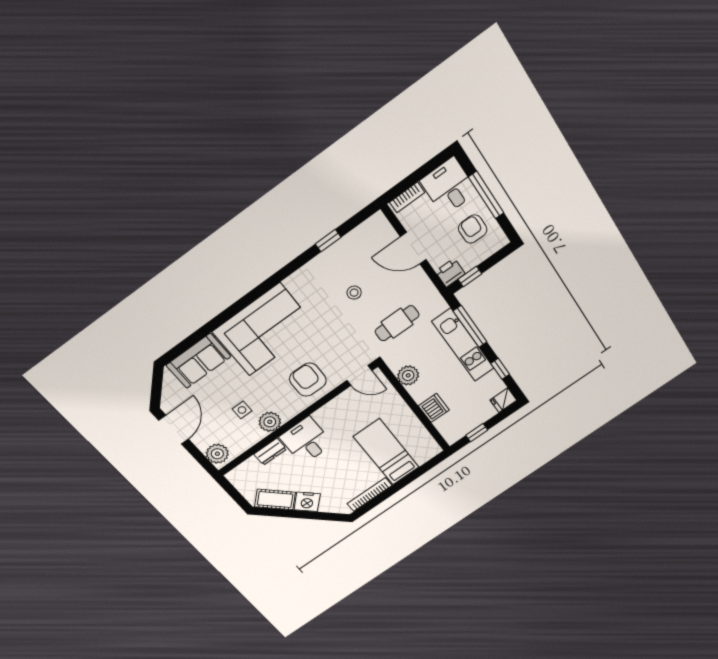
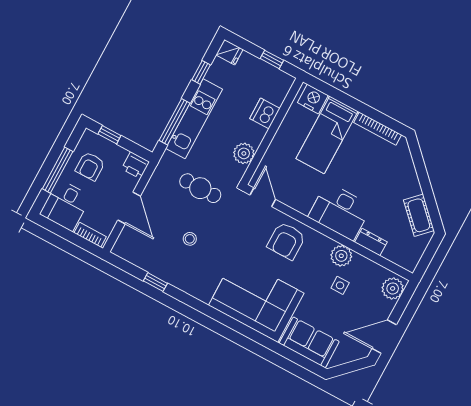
window: (470, 277) -> (109, 135), moved
desk: (306, 440) -> (340, 211), width x1.37
nightstand: (307, 502) -> (313, 99), moved, turned -45

